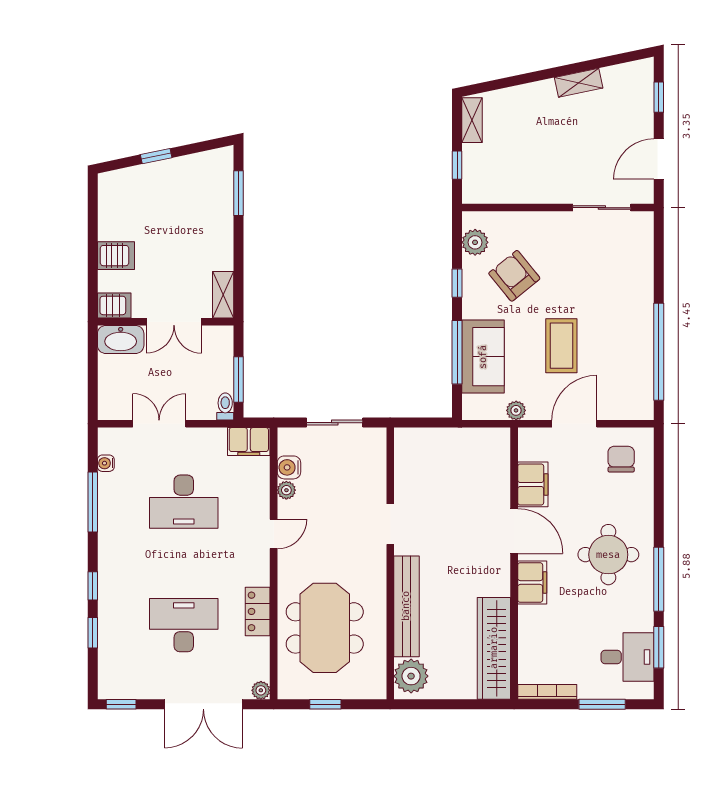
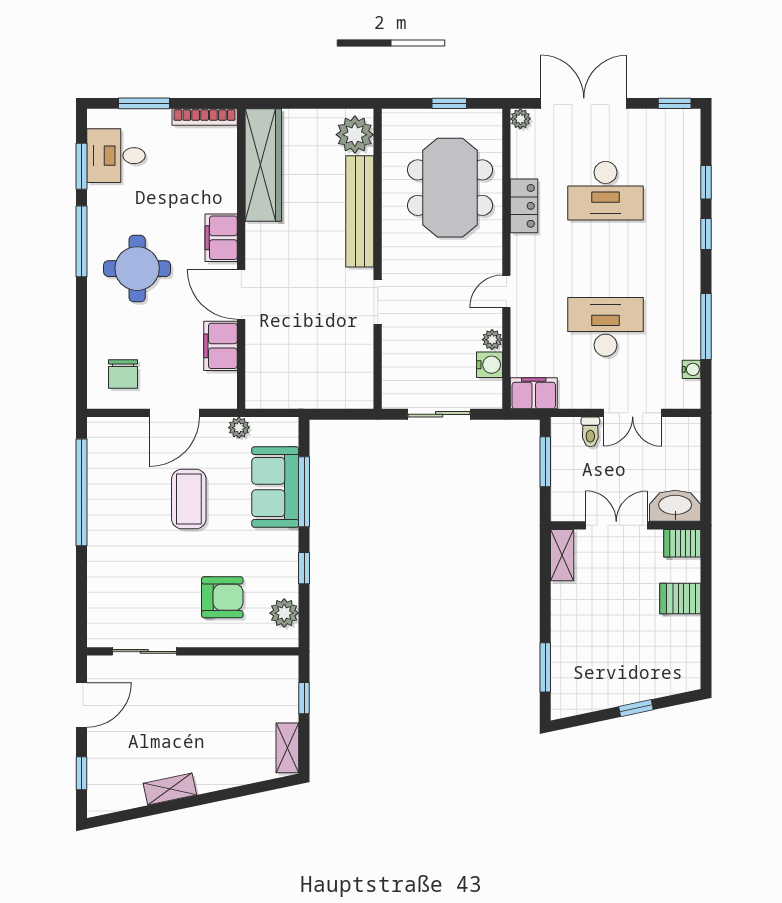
armchair: (514, 276) -> (222, 597), moved, turned -51
toilet: (225, 406) -> (590, 432), moved

